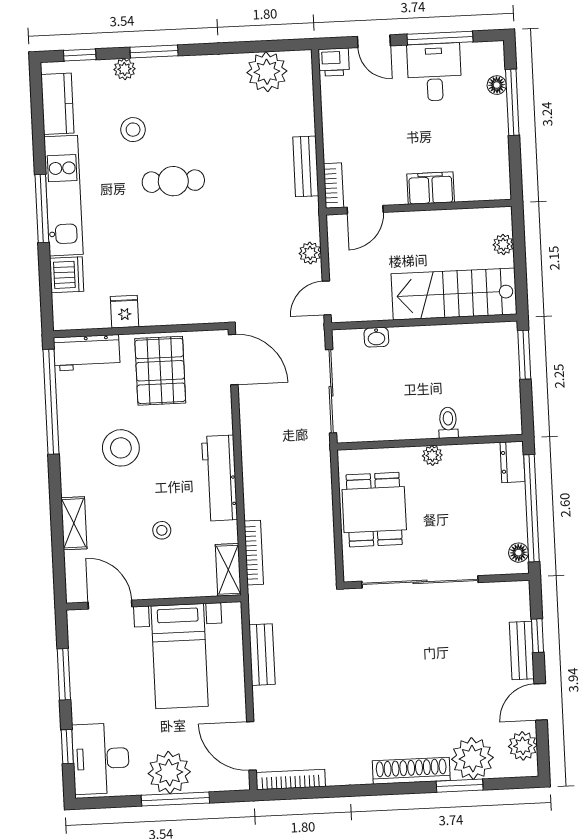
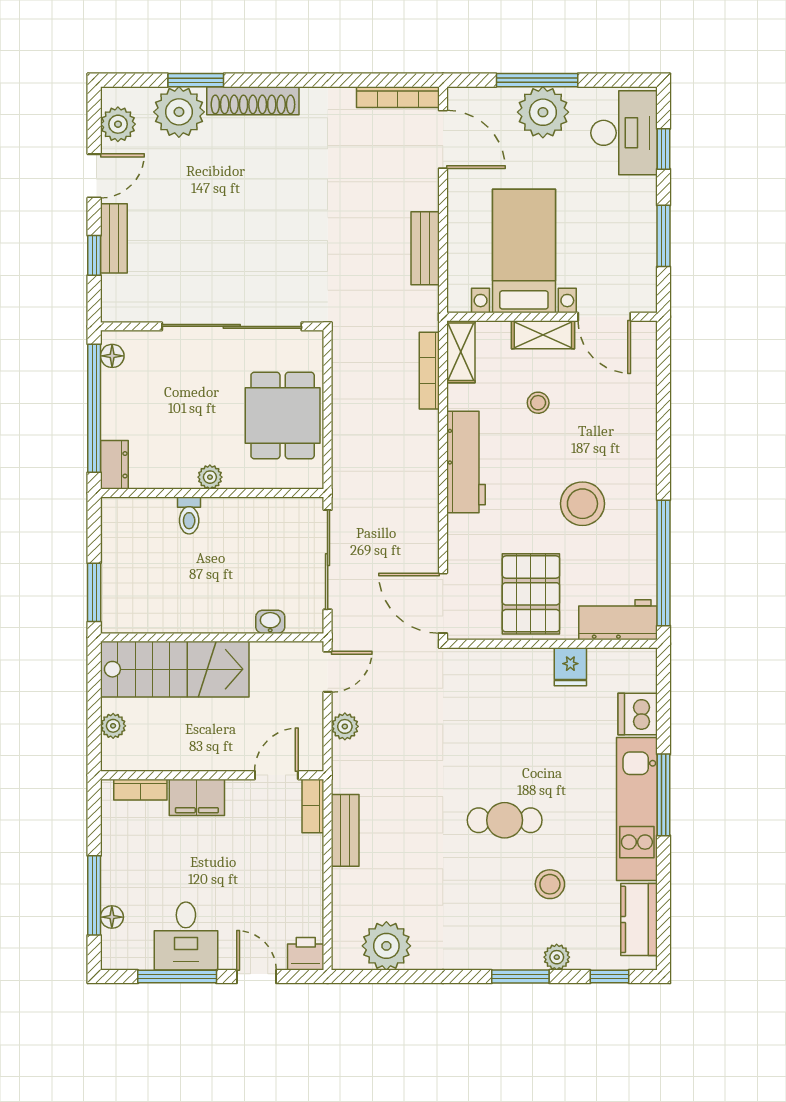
bookcase: (478, 192) -> (140, 790), added
shelving: (74, 523) -> (543, 335), moved, turned 90

